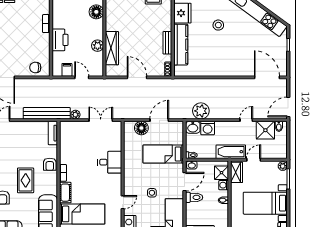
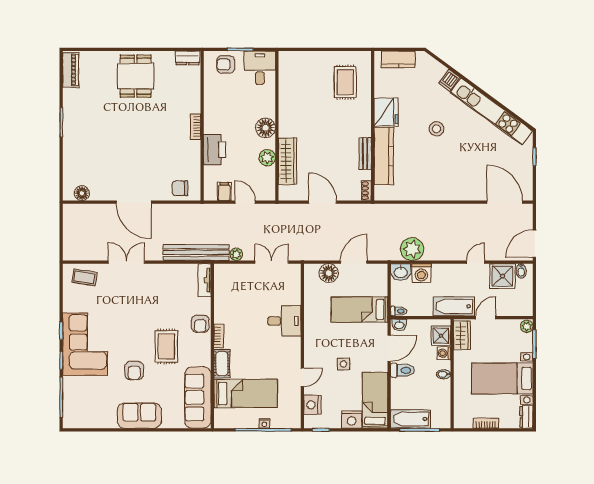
floor lamp: (96, 12) -> (265, 128), moved

